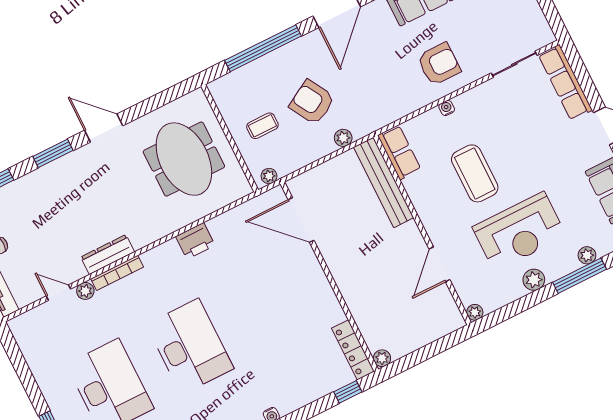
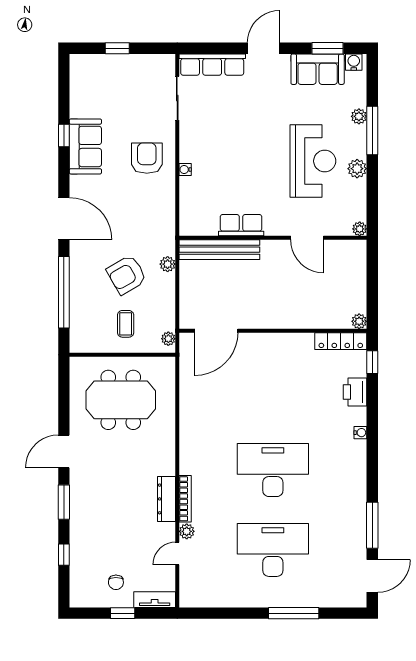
row of seats: (399, 152) -> (241, 225), moved
coffee table: (475, 173) -> (249, 173), removed
printer: (195, 241) -> (355, 392), moved, turned 180

